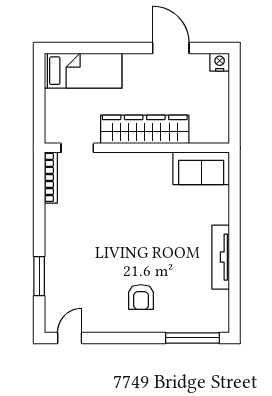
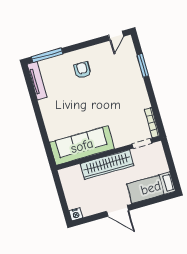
door: (171, 48) -> (118, 211), moved
sofa: (201, 168) -> (82, 146), width x1.85, depth x1.27
tv unit: (221, 257) -> (37, 81), moved

